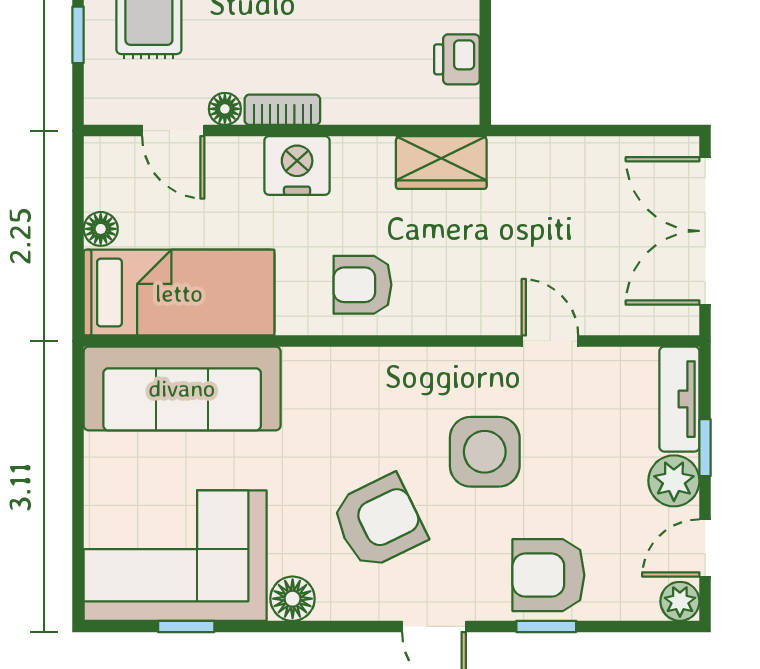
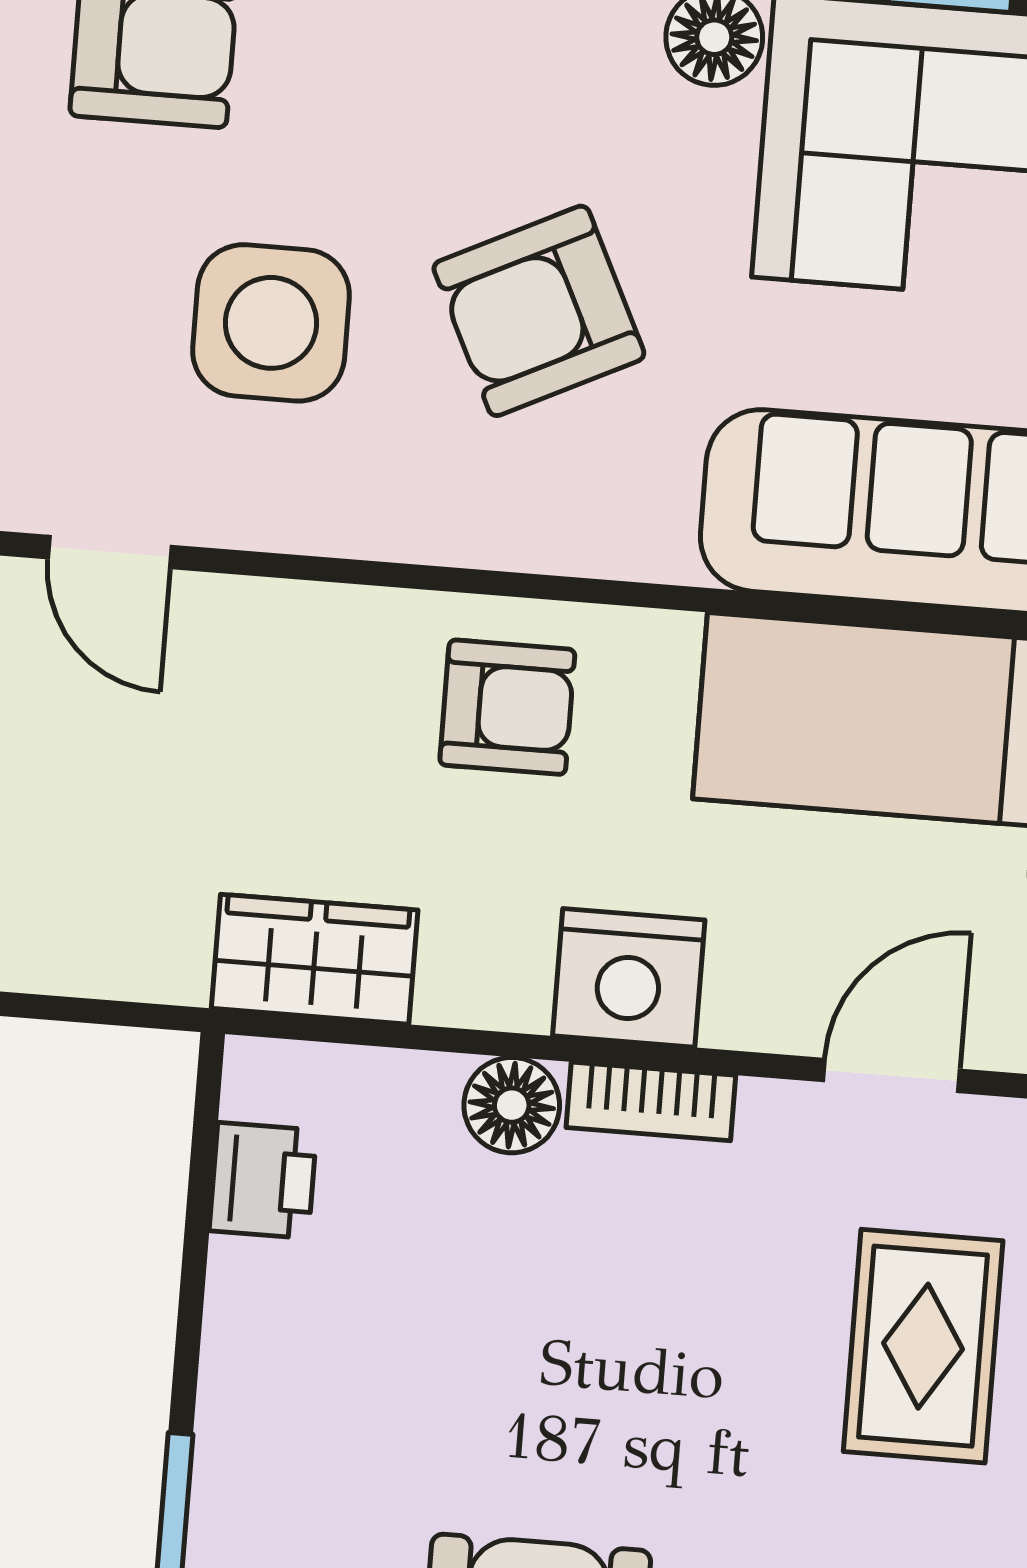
floor lamp: (225, 109) -> (512, 1105), moved, width x1.37, depth x1.37
door: (173, 131) -> (892, 1075), hinge flipped
armchair: (379, 522) -> (539, 311), moved

